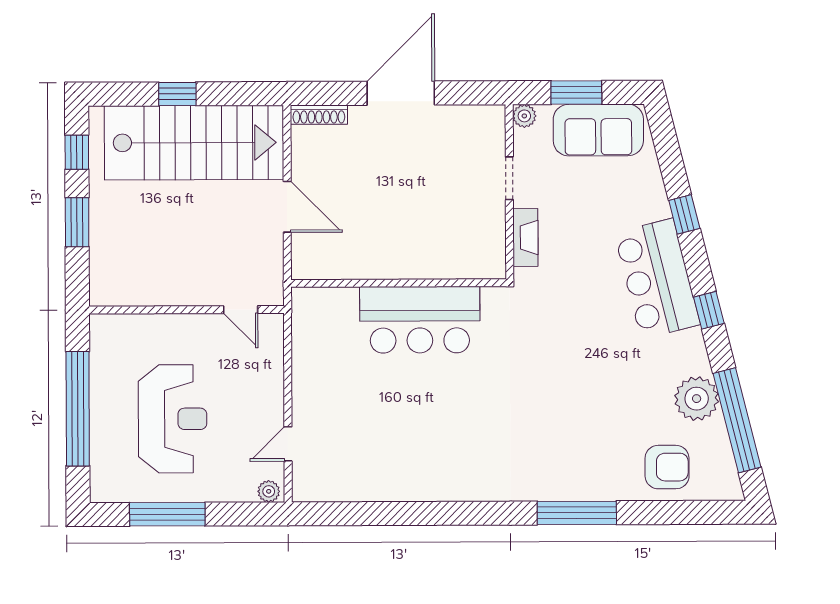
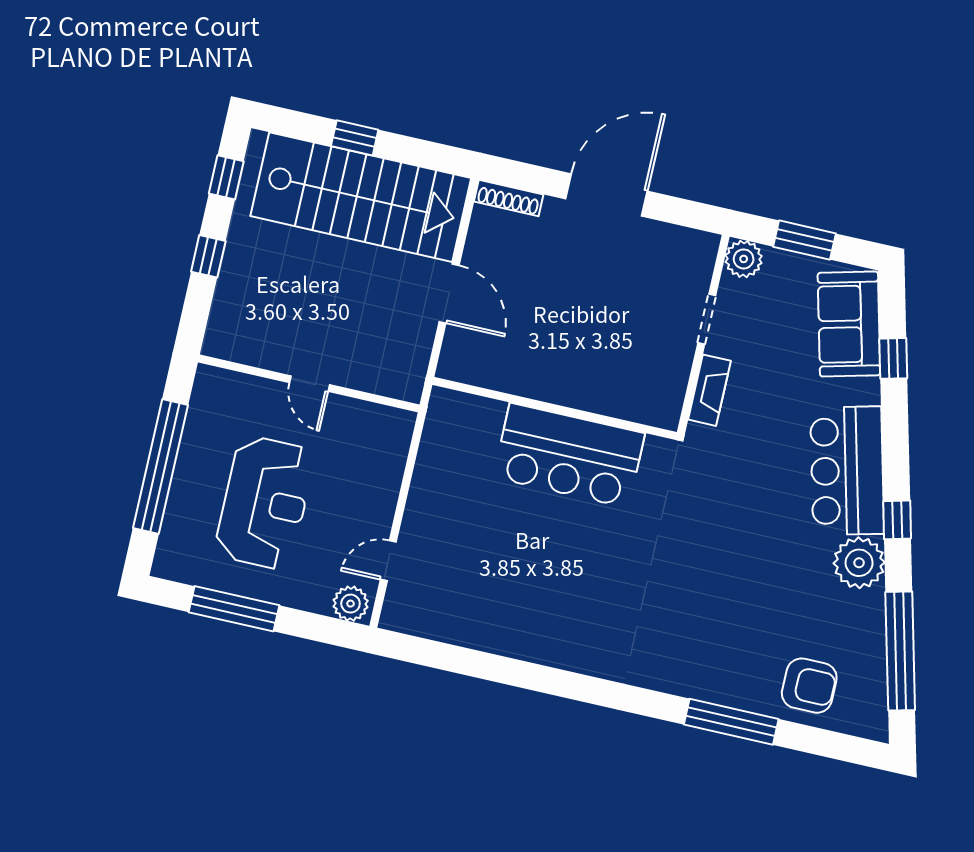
plant: (524, 116) -> (744, 259), width x1.38, depth x1.38
sofa: (598, 130) -> (849, 324), moved, turned 76
window: (684, 214) -> (893, 358), moved
window: (77, 222) -> (208, 256), width x0.67
door: (241, 310) -> (310, 384), moved
plant: (697, 399) -> (859, 563), moved
plant: (269, 491) -> (351, 604), width x1.38, depth x1.38
window: (577, 513) -> (731, 722), moved

